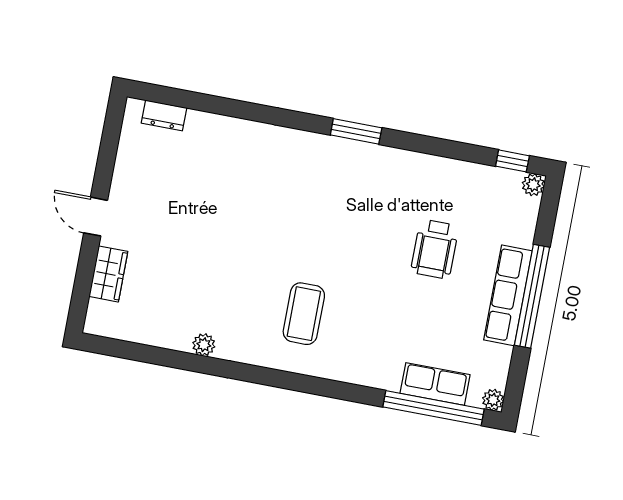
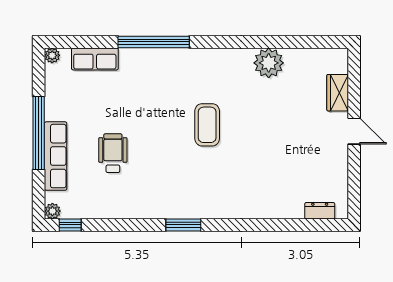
row of seats: (508, 295) -> (56, 156), moved
coffee table: (304, 314) -> (207, 125), moved
plant: (204, 345) -> (269, 63), width x1.88, depth x1.88
window: (433, 408) -> (154, 42), moved

